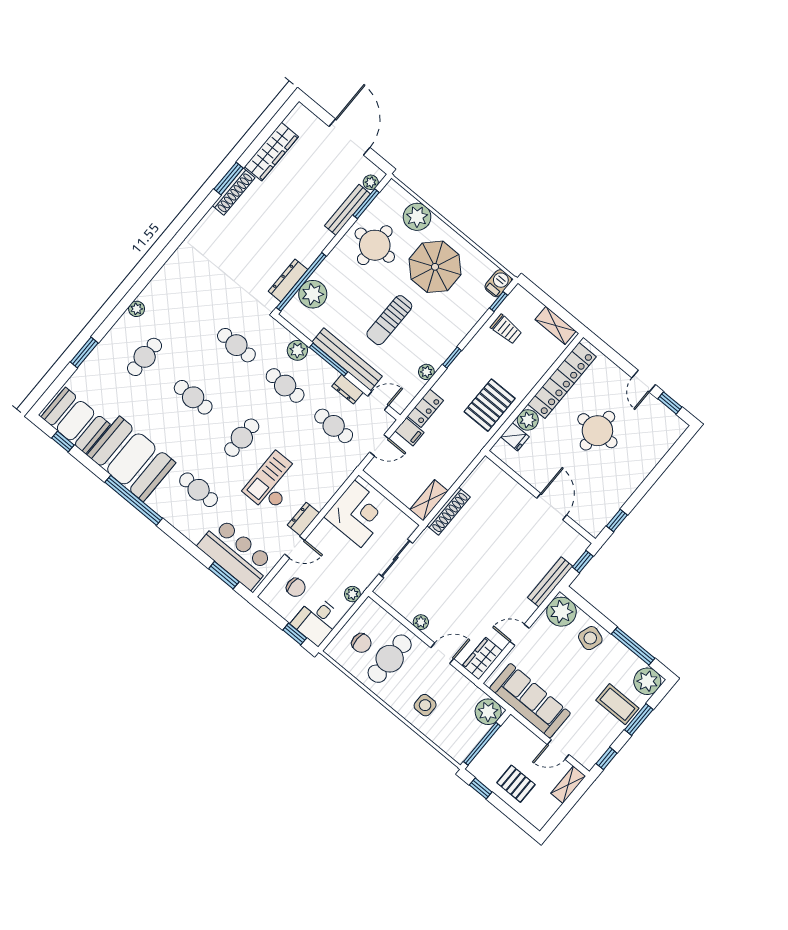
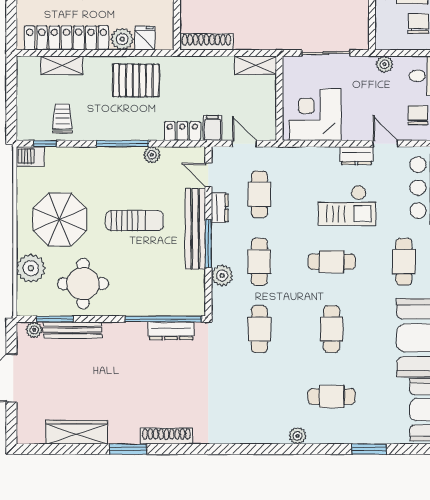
shoe rack: (234, 192) -> (166, 436), moved
plant: (313, 294) -> (165, 301), removed
shelving: (555, 325) -> (62, 65), moved, turned 90
window: (452, 358) -> (122, 144), width x2.17
shoe rack: (449, 511) -> (206, 42), moved

